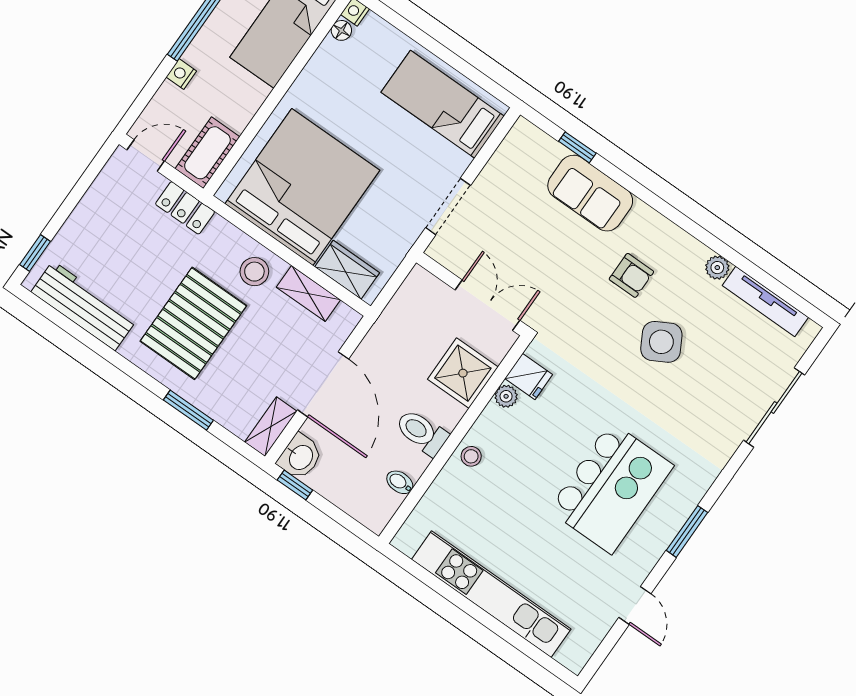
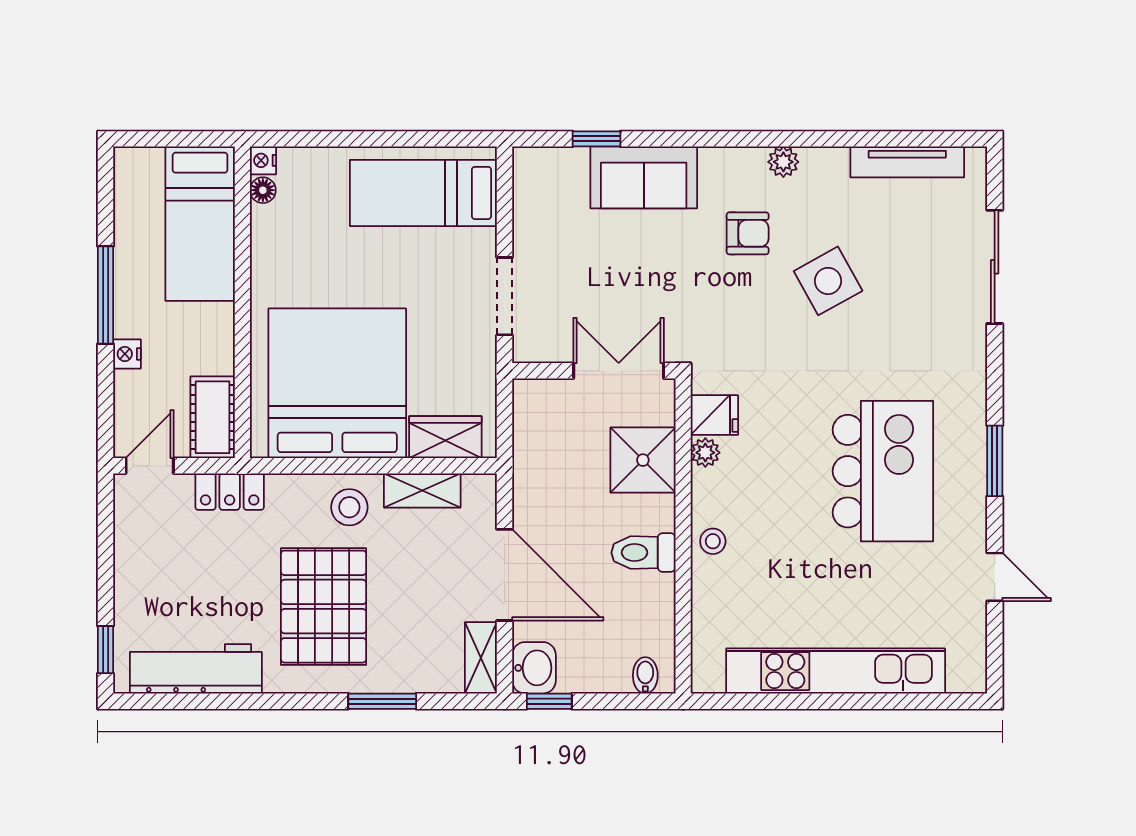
plant: (717, 268) -> (783, 162), moved
bidet: (400, 482) -> (645, 675), moved, turned 90

